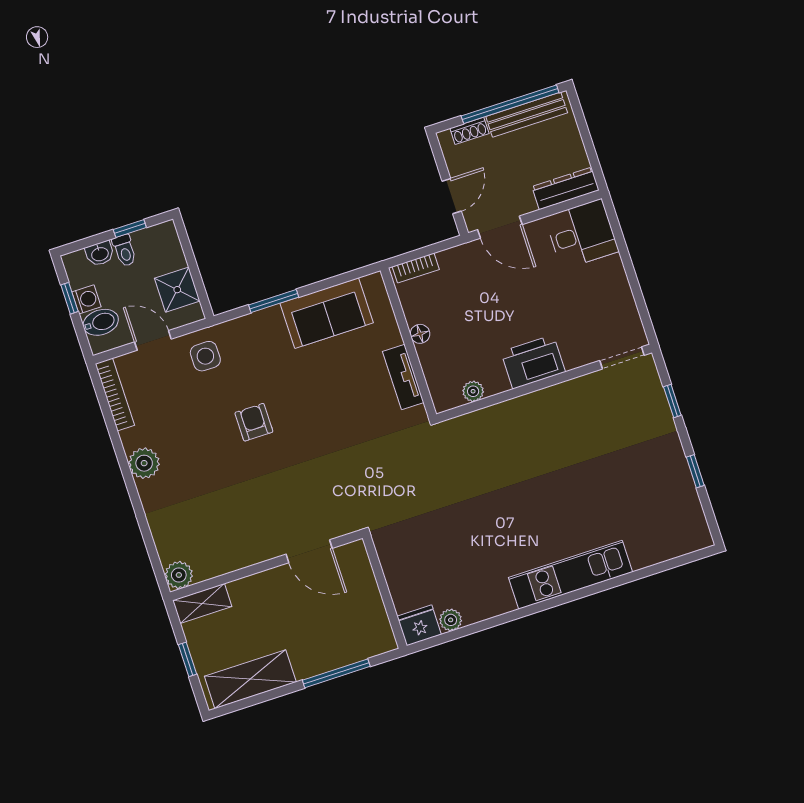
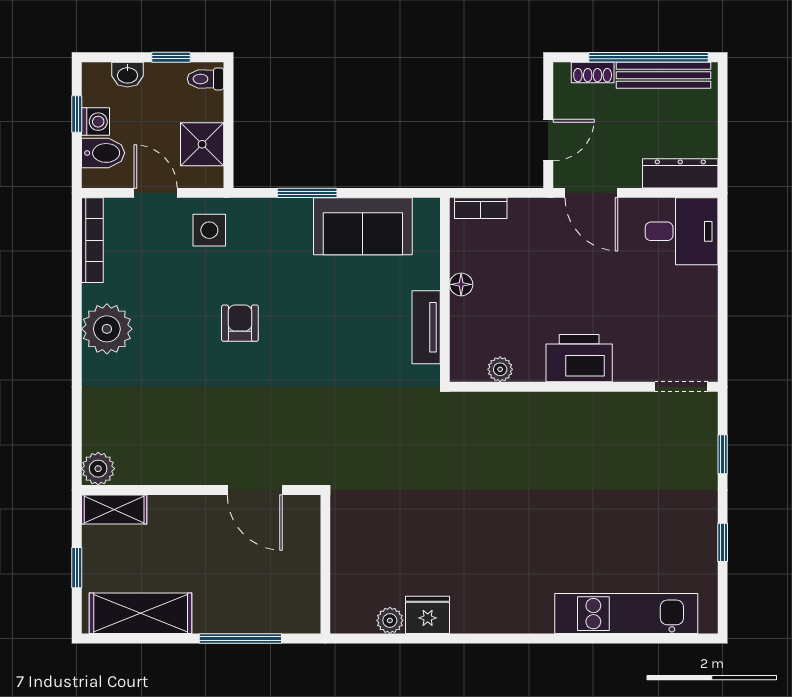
toilet: (124, 250) -> (206, 79), moved, turned 90
plant: (144, 463) -> (107, 329), width x1.36, depth x1.36
kitchen unit: (570, 575) -> (626, 614), moved
fridge: (419, 625) -> (428, 615), moved

